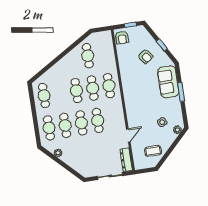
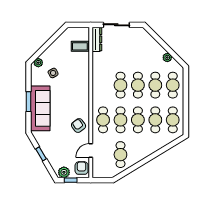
plant: (138, 31) -> (64, 172), added
armchair: (146, 56) -> (79, 126), moved
sofa: (168, 82) -> (40, 108), width x1.36
cafe table: (60, 93) -> (155, 120), added
door: (128, 135) -> (91, 150), moved
coffee table: (153, 151) -> (80, 46), moved

